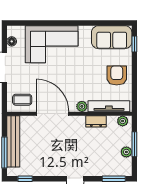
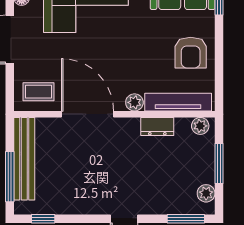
armchair: (117, 75) -> (191, 53), turned 180
plant: (126, 152) -> (206, 193), moved

